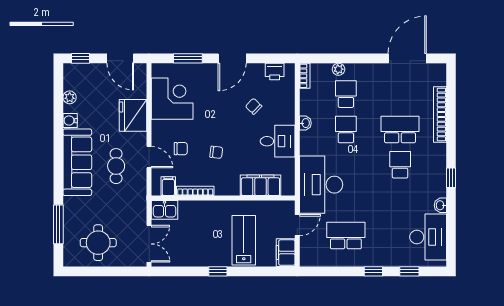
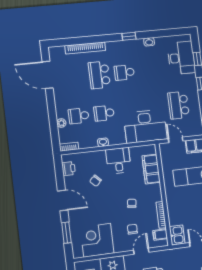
desk: (428, 237) -> (181, 58), moved, turned 90

